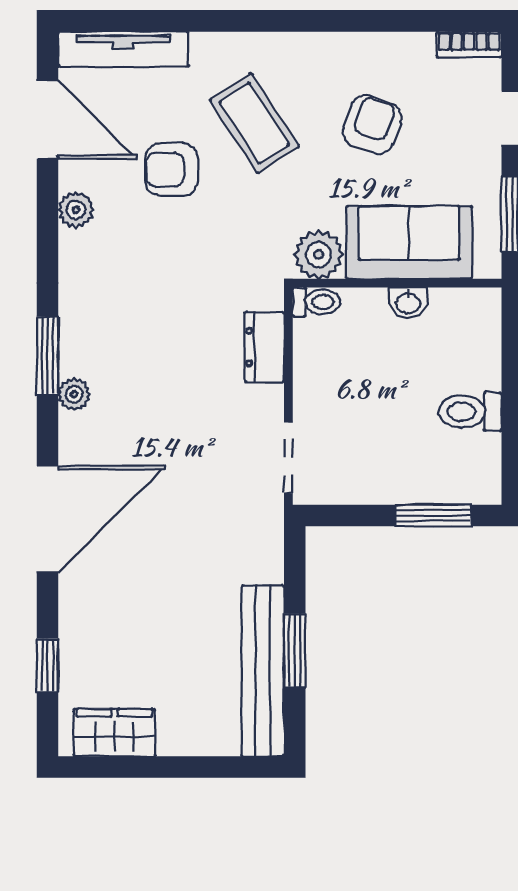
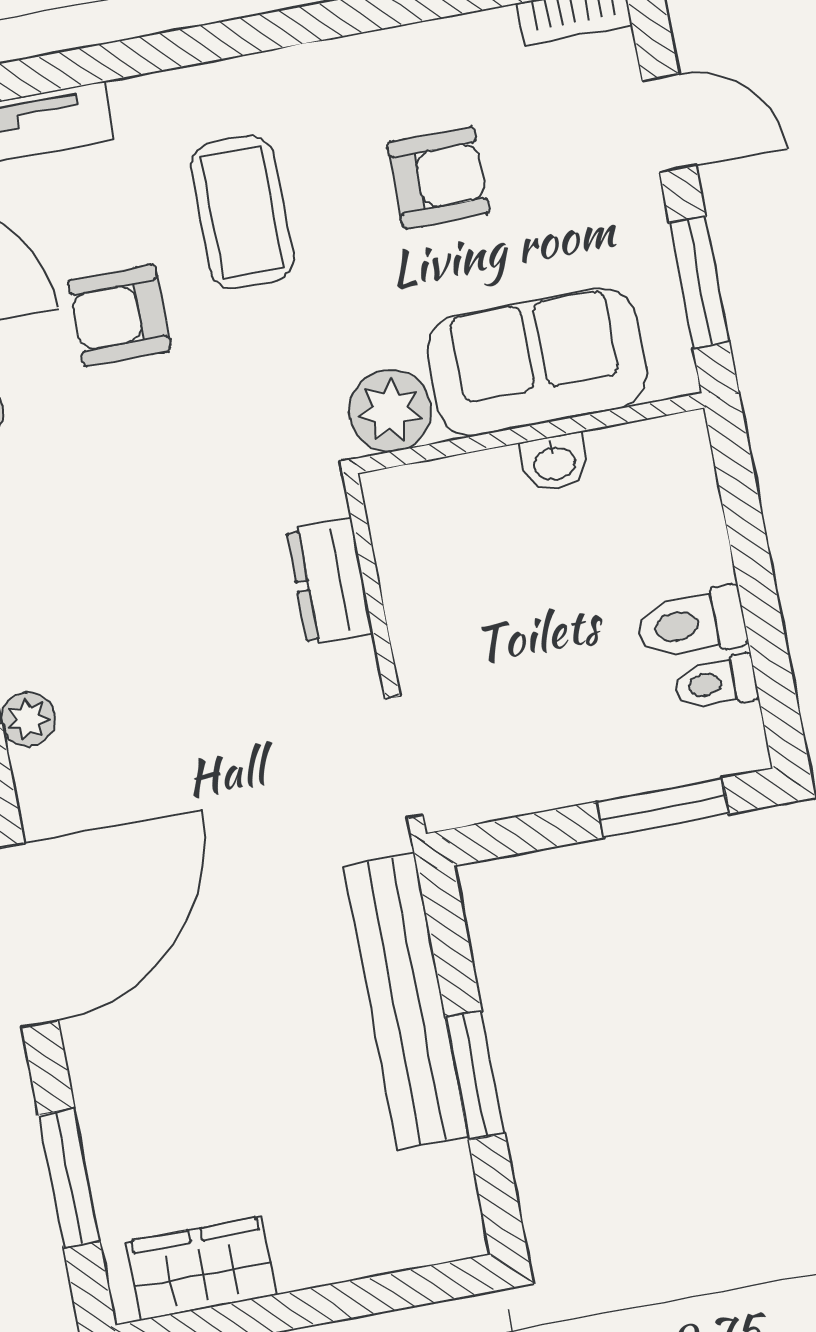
coffee table: (254, 123) -> (242, 212), turned 33
armchair: (372, 125) -> (438, 178), turned 70
toilet: (316, 302) -> (716, 683), moved, turned 180
window: (47, 666) -> (69, 1178), width x1.50
bench: (263, 671) -> (406, 1001), moved

